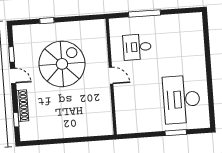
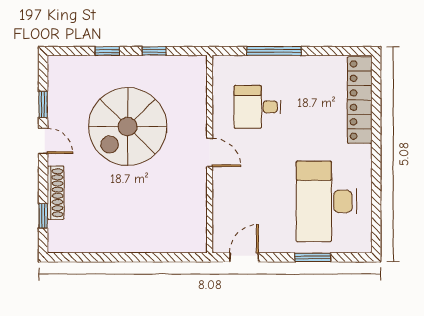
window: (74, 19) -> (154, 51), added
locker: (197, 39) -> (360, 100), added
spiral stairs: (62, 64) -> (128, 127), turned 180
door: (136, 136) -> (244, 257), added

